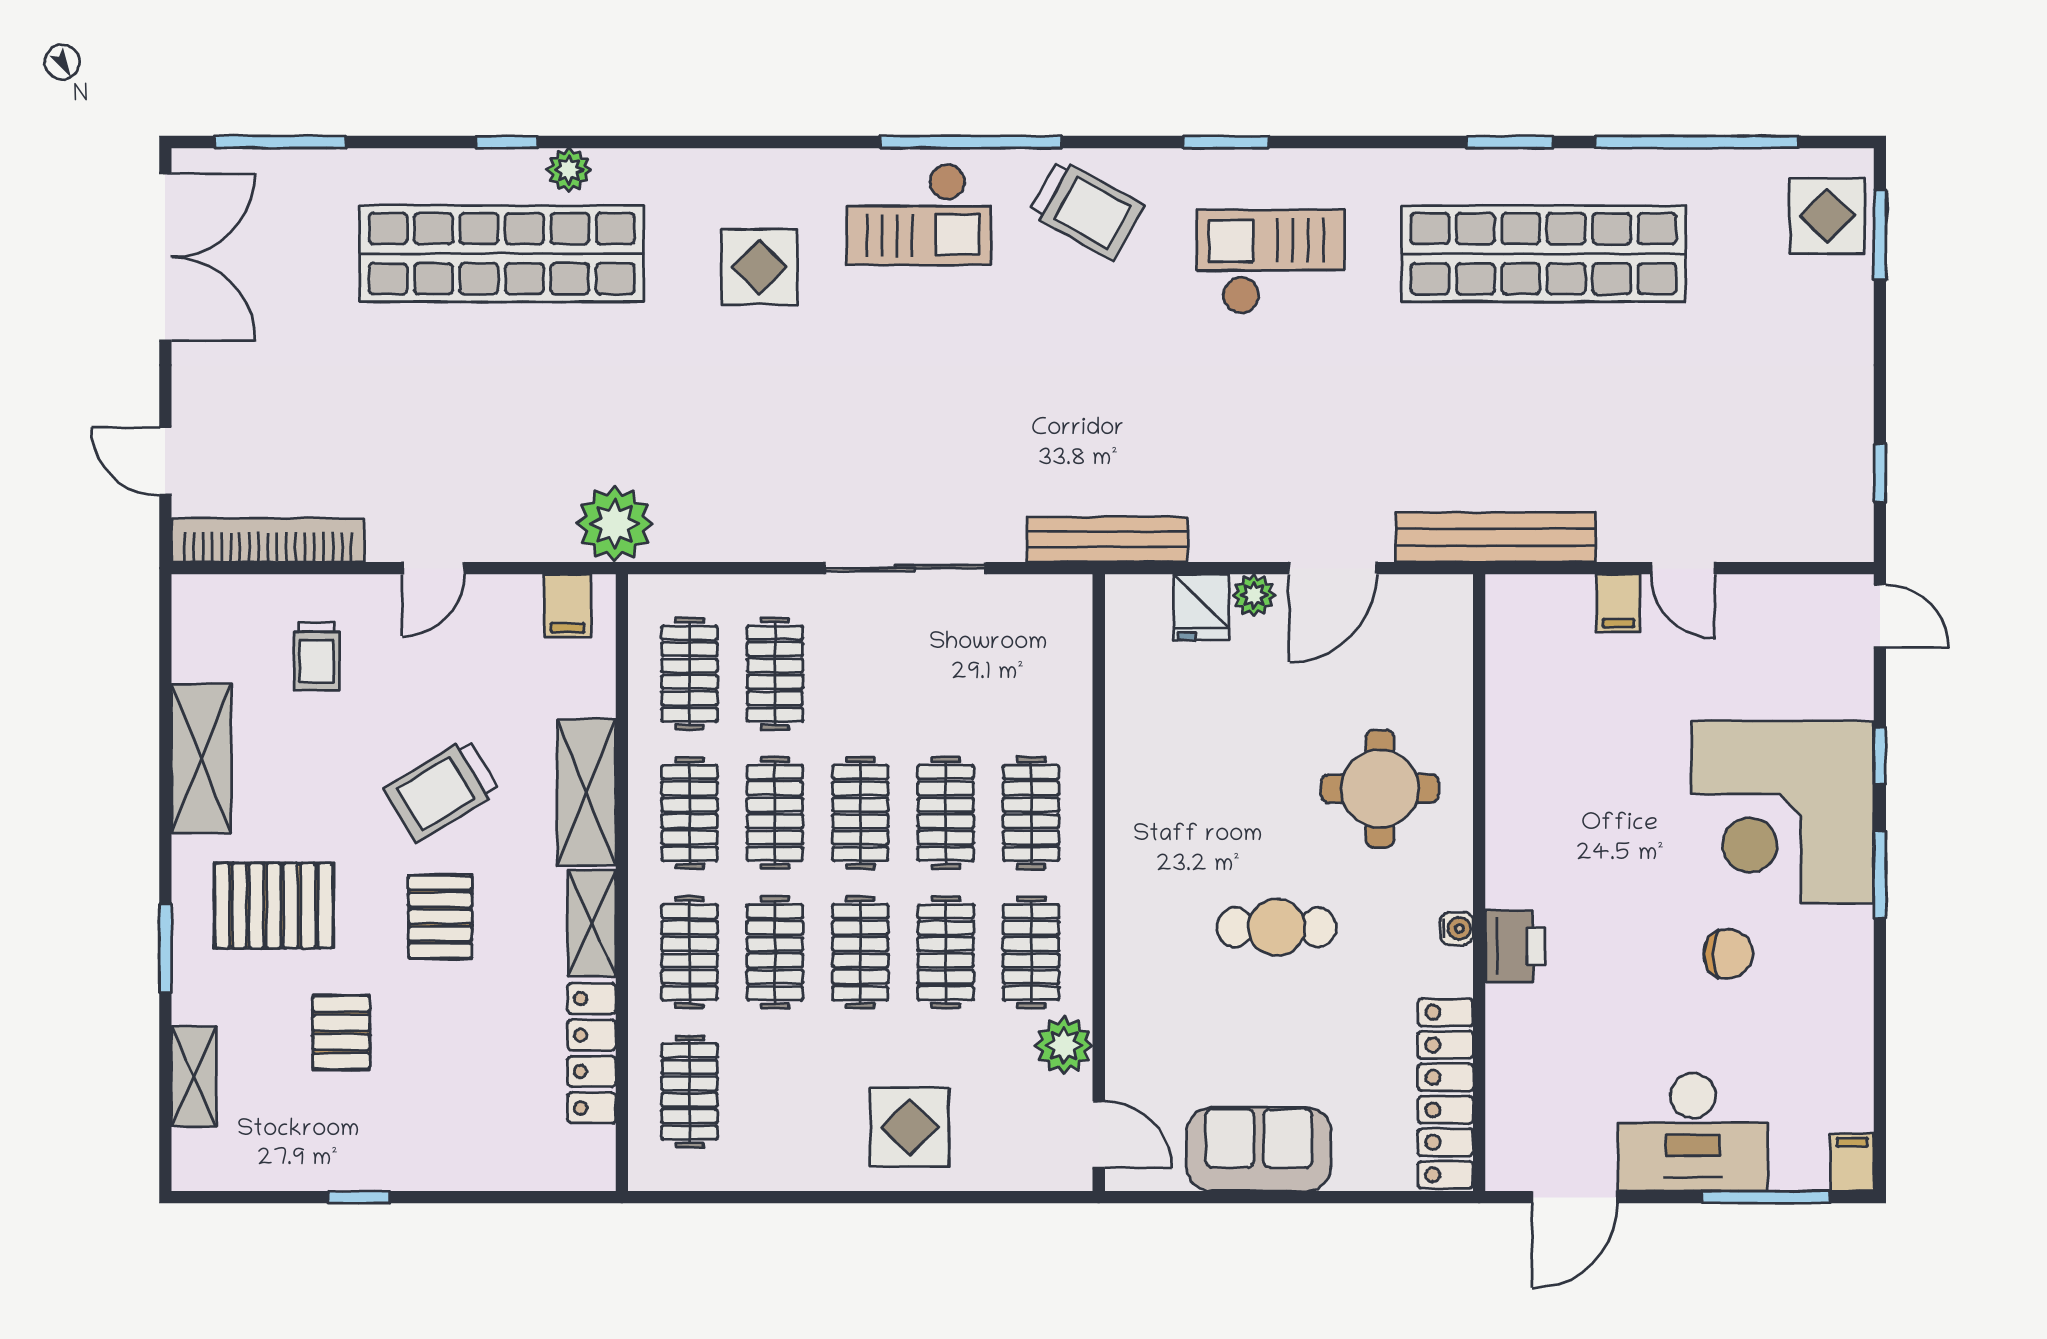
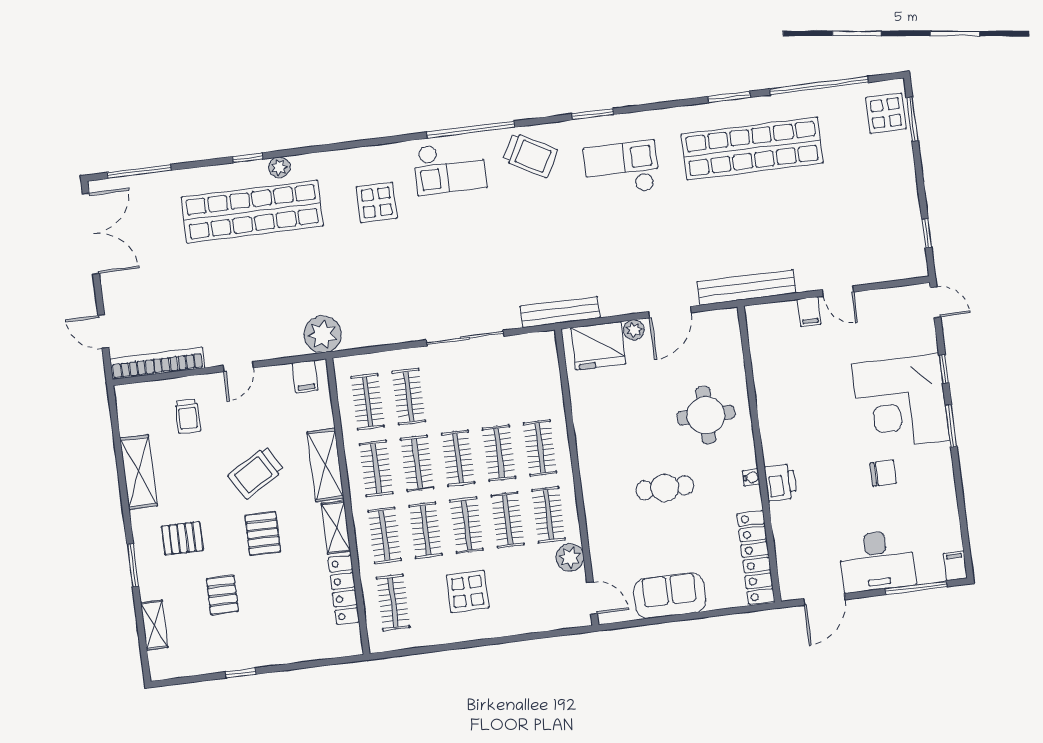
fridge: (1201, 607) -> (598, 346), width x1.88, depth x1.34
pallet: (274, 906) -> (182, 538), width x0.67, depth x0.71
display table: (910, 1127) -> (468, 592), moved

